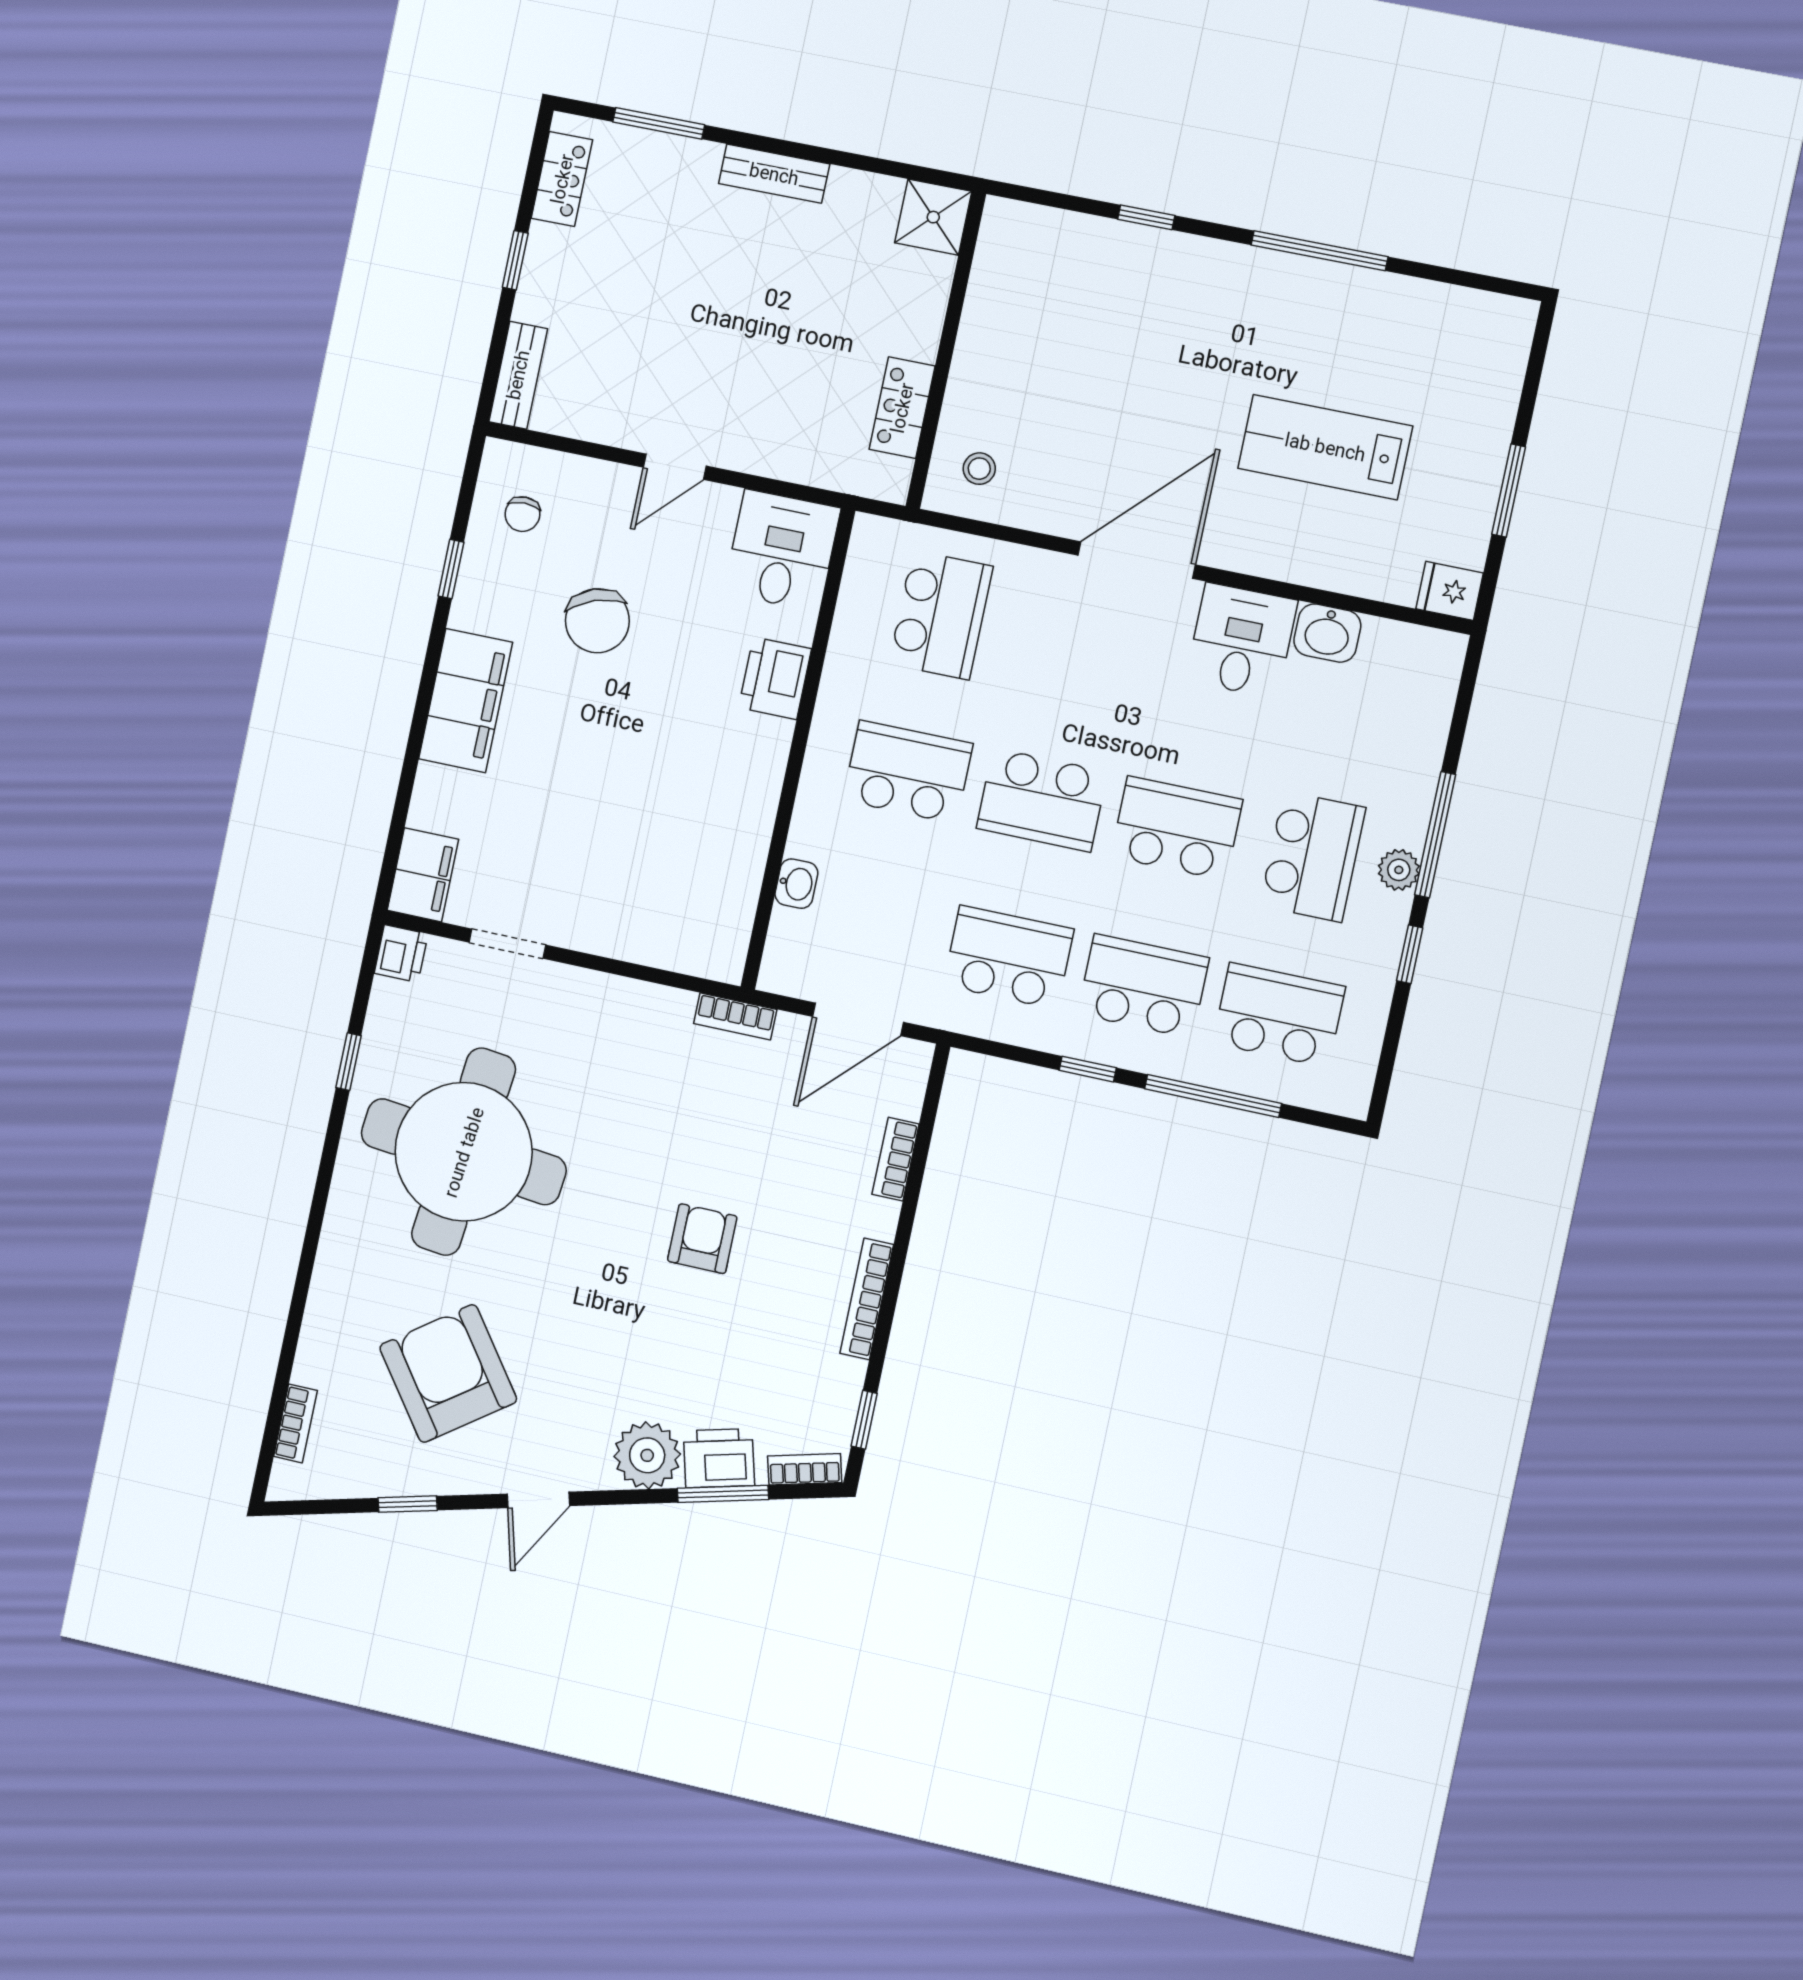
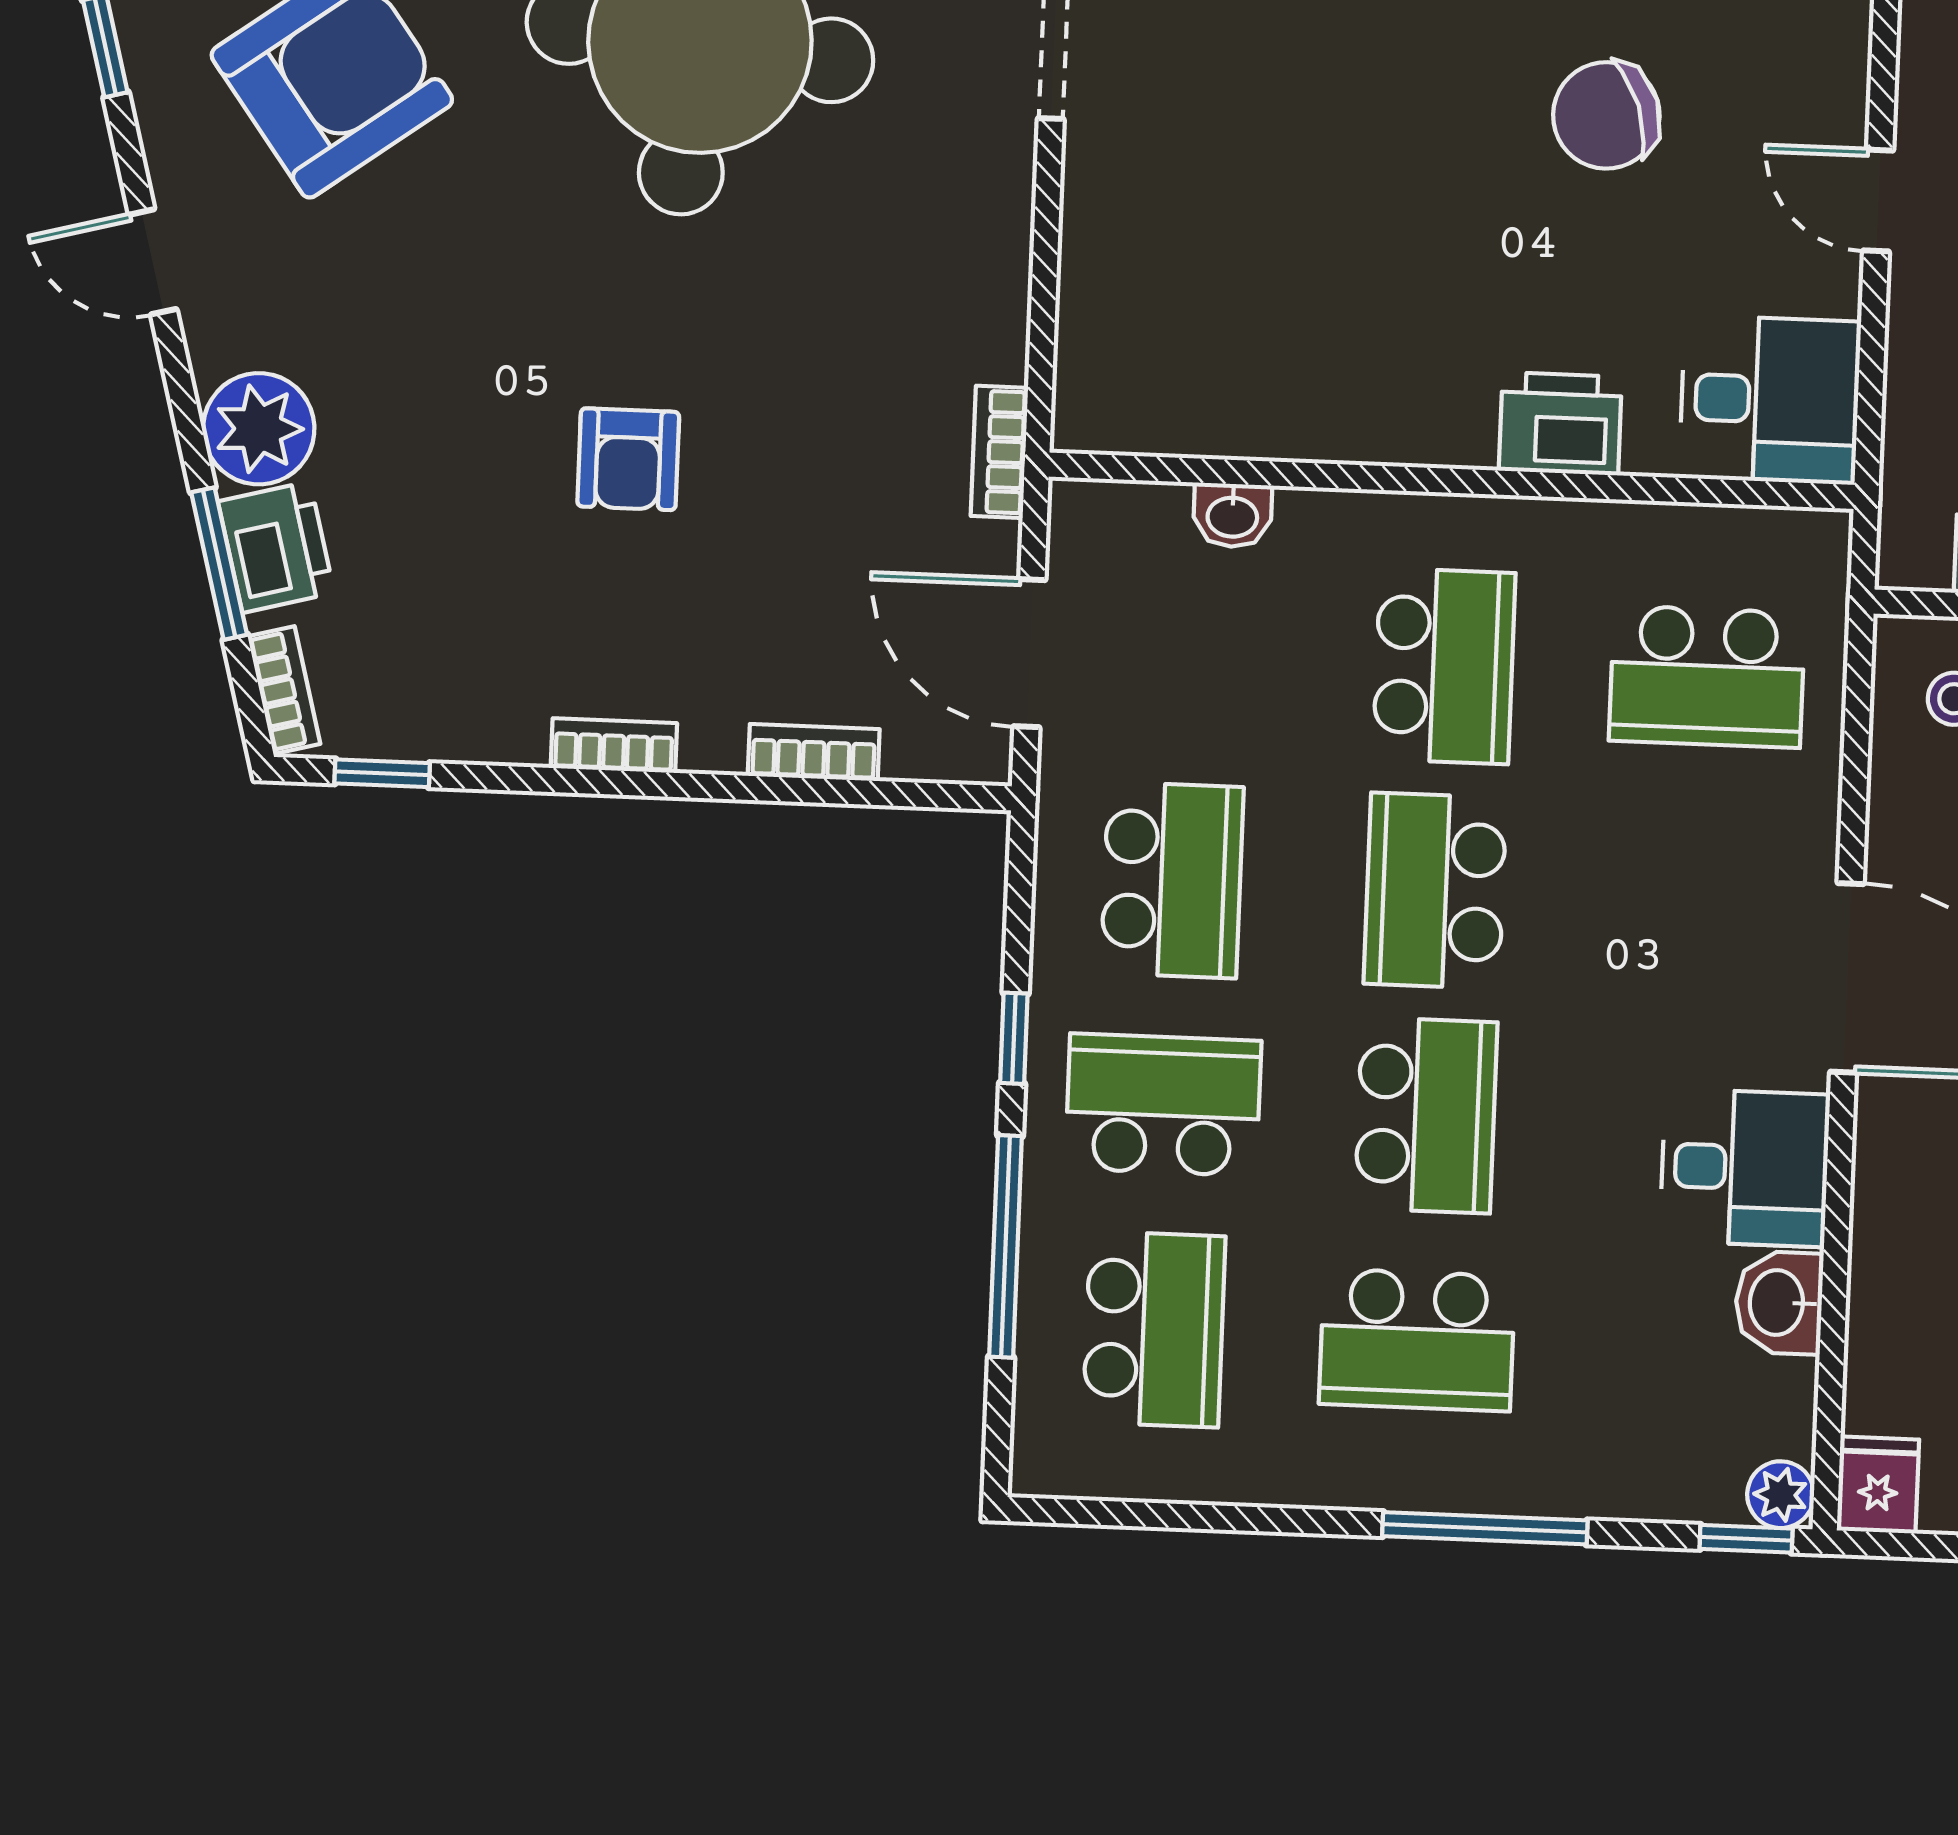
plant: (1399, 870) -> (1781, 1495), moved
window: (1410, 954) -> (1746, 1539), moved
school desk: (1143, 986) -> (1163, 1105), turned -90
armchair: (702, 1239) -> (628, 459), turned 90
bookcase: (867, 1299) -> (614, 746), width x0.64

